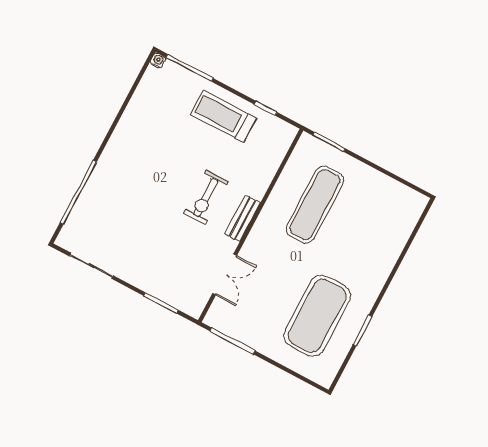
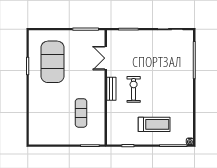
treadmill: (224, 116) -> (154, 124), moved
exercise mat: (315, 205) -> (81, 113), width x0.73, depth x0.69

